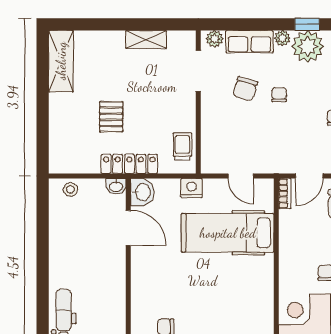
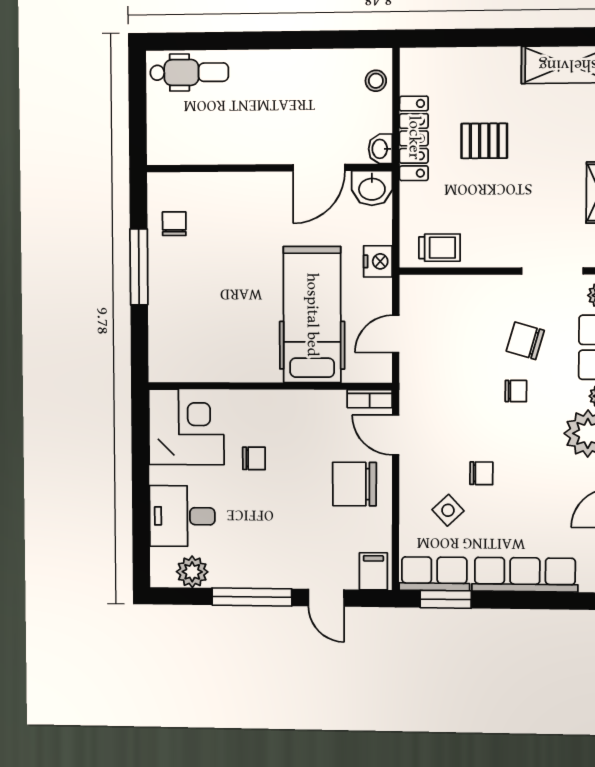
locker: (129, 164) -> (414, 138), moved

